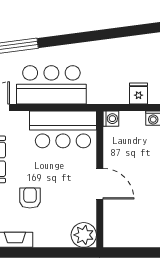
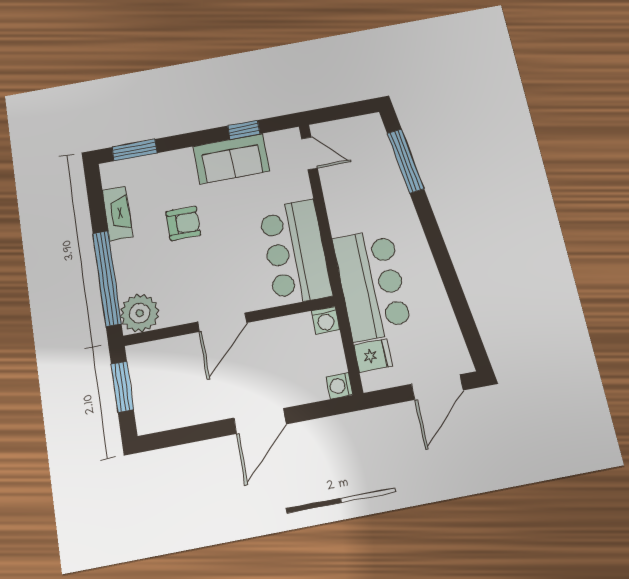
bar counter: (51, 85) -> (372, 284), moved
window: (57, 253) -> (107, 278), added
window: (128, 253) -> (122, 387), added

